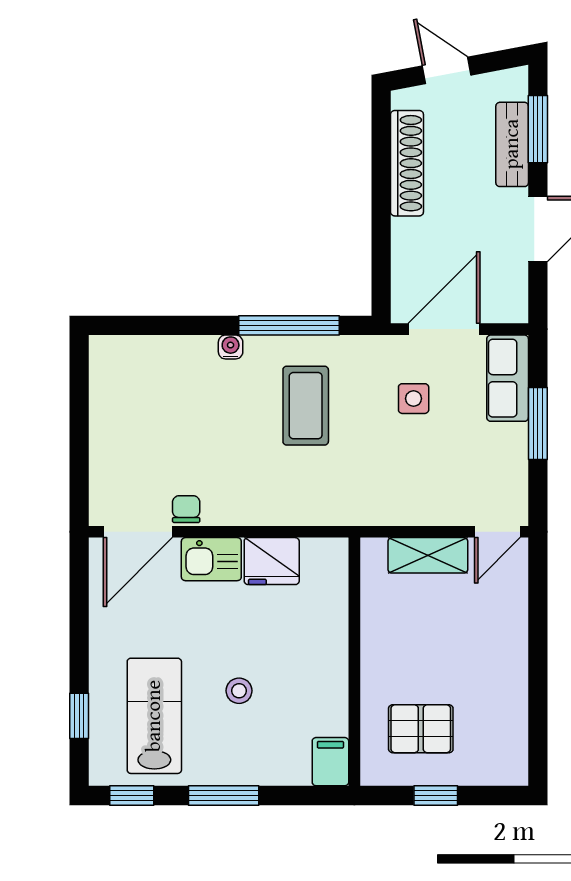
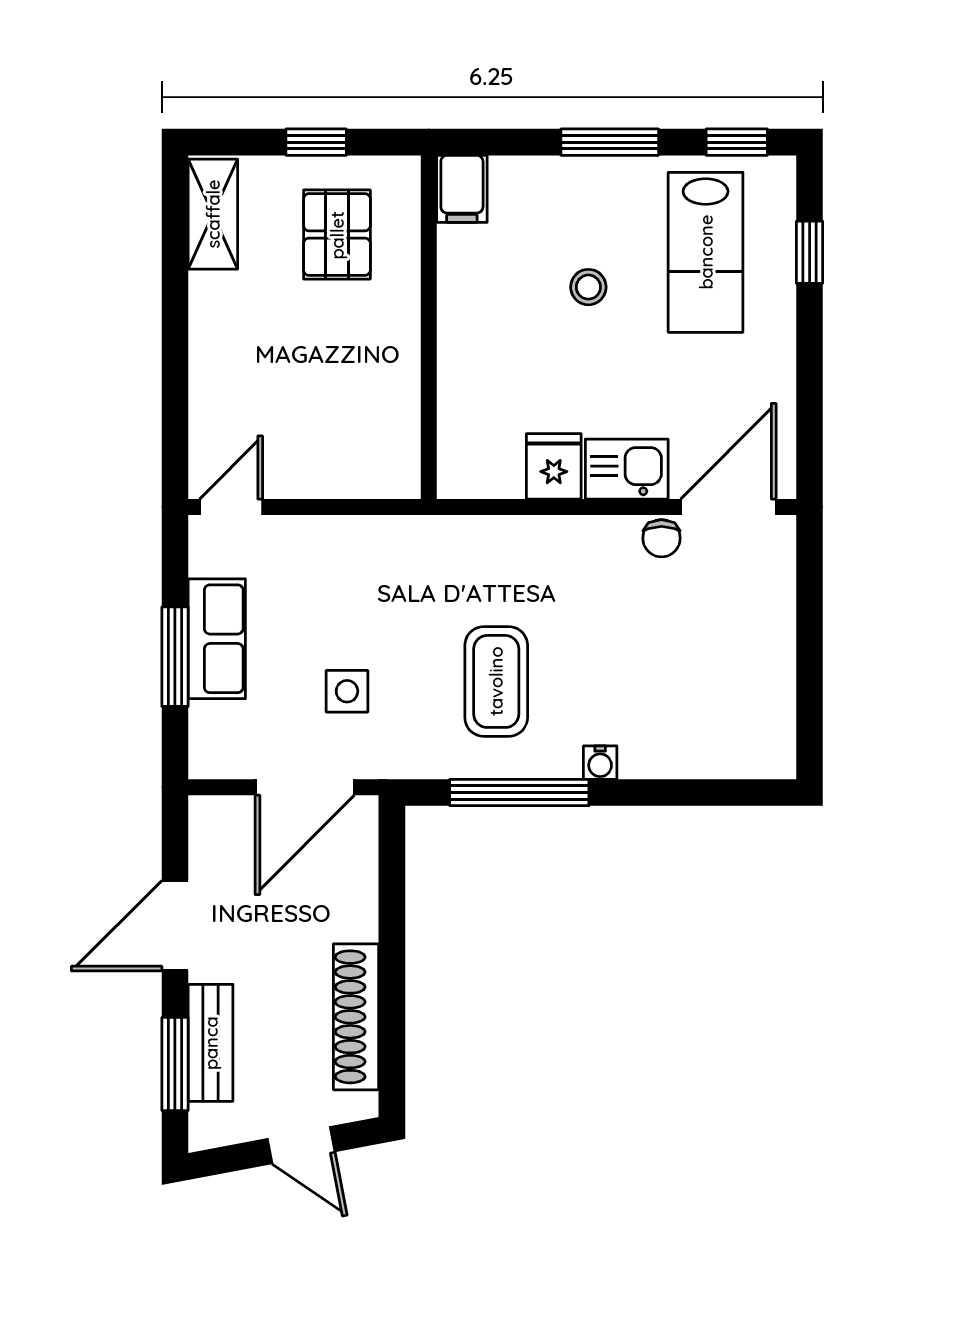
row of seats: (508, 378) -> (217, 639), moved
shelving: (428, 555) -> (213, 214), moved, turned 90
fridge: (272, 561) -> (554, 466), width x0.72
pallet: (421, 729) -> (337, 235), turned 90

